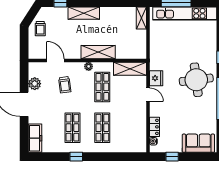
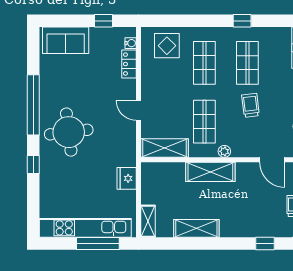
shelving: (84, 13) -> (196, 228), moved
fridge: (156, 78) -> (127, 178), moved
trolley: (65, 85) -> (250, 105), moved
display table: (128, 140) -> (167, 46), added

